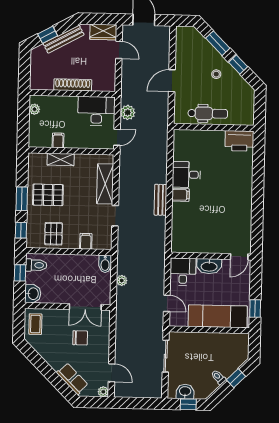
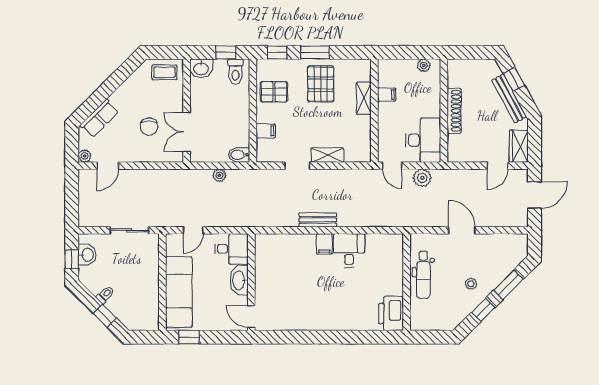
shelving: (105, 184) -> (327, 155), width x0.67, depth x0.75

